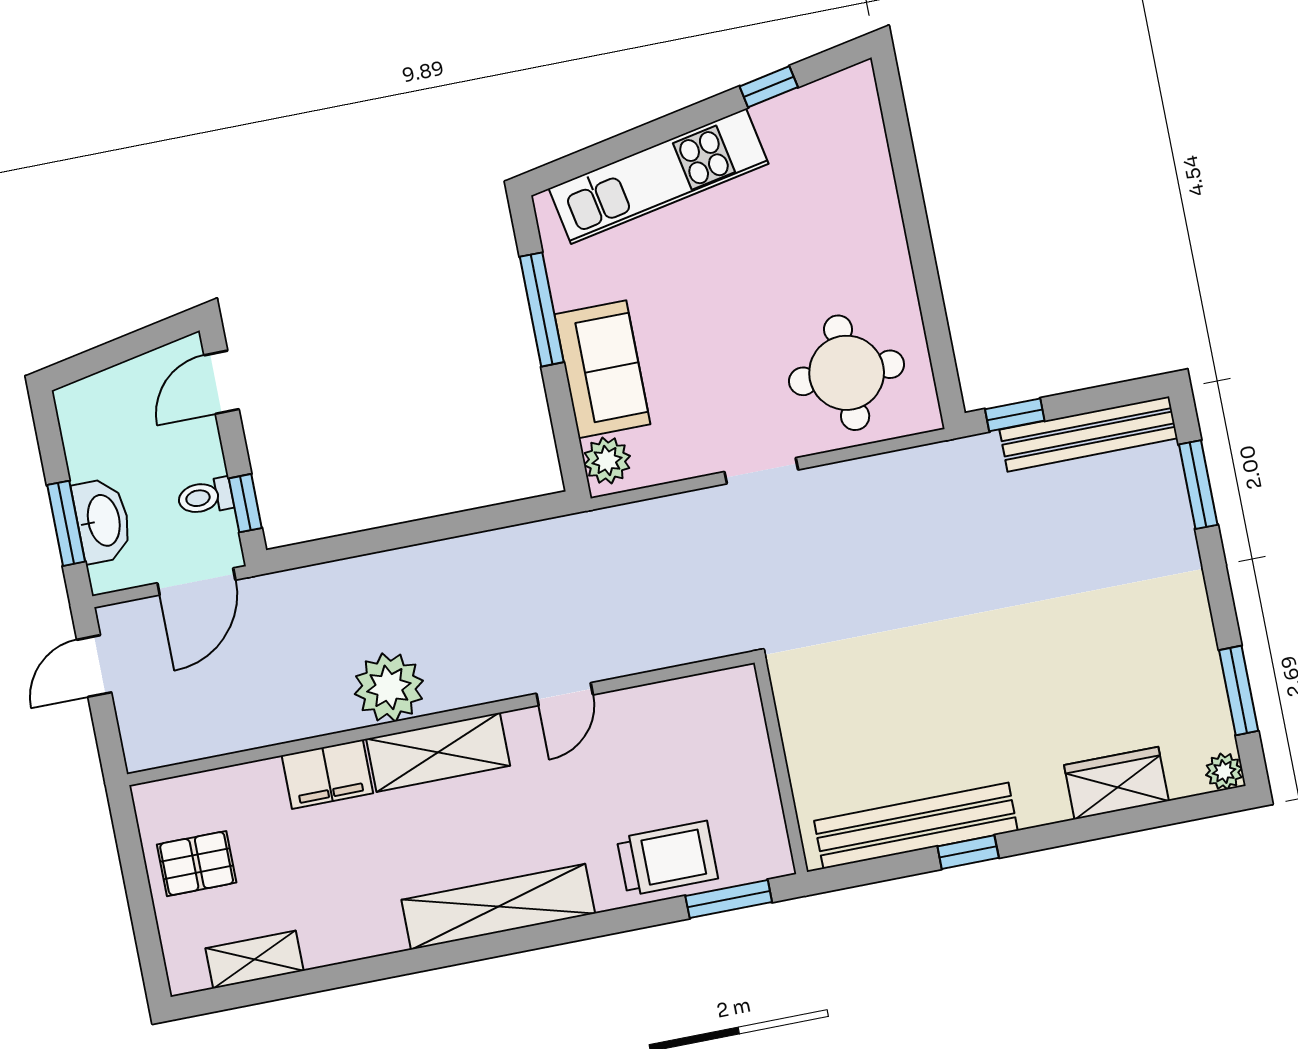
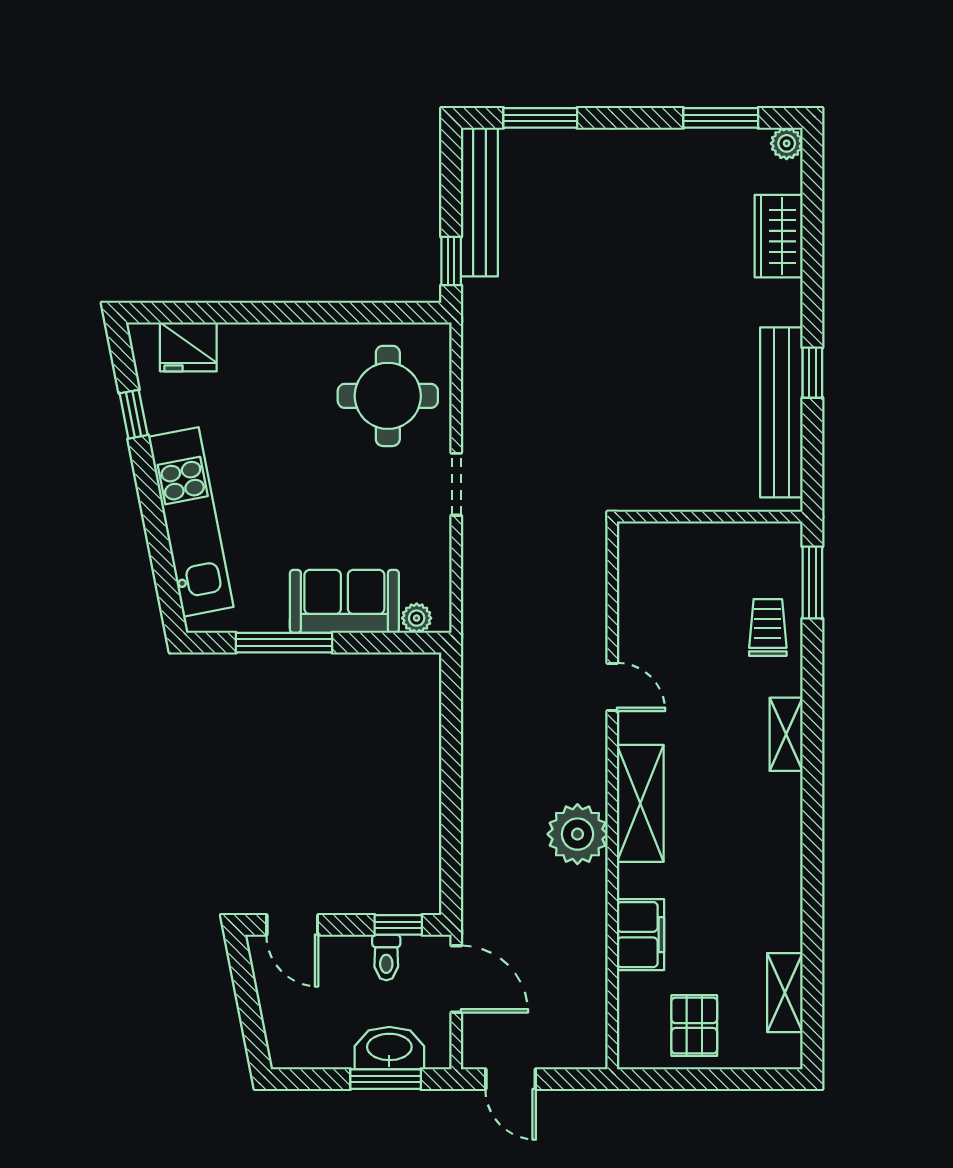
fridge: (858, 134) -> (188, 347), added
plant: (607, 461) -> (417, 618), width x0.73, depth x0.73
filing cabinet: (327, 774) -> (641, 935), moved
trolley: (667, 858) -> (768, 627), width x0.73, depth x0.72
shelving: (498, 907) -> (786, 734), width x0.45, depth x0.75

